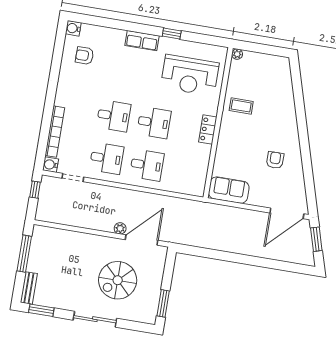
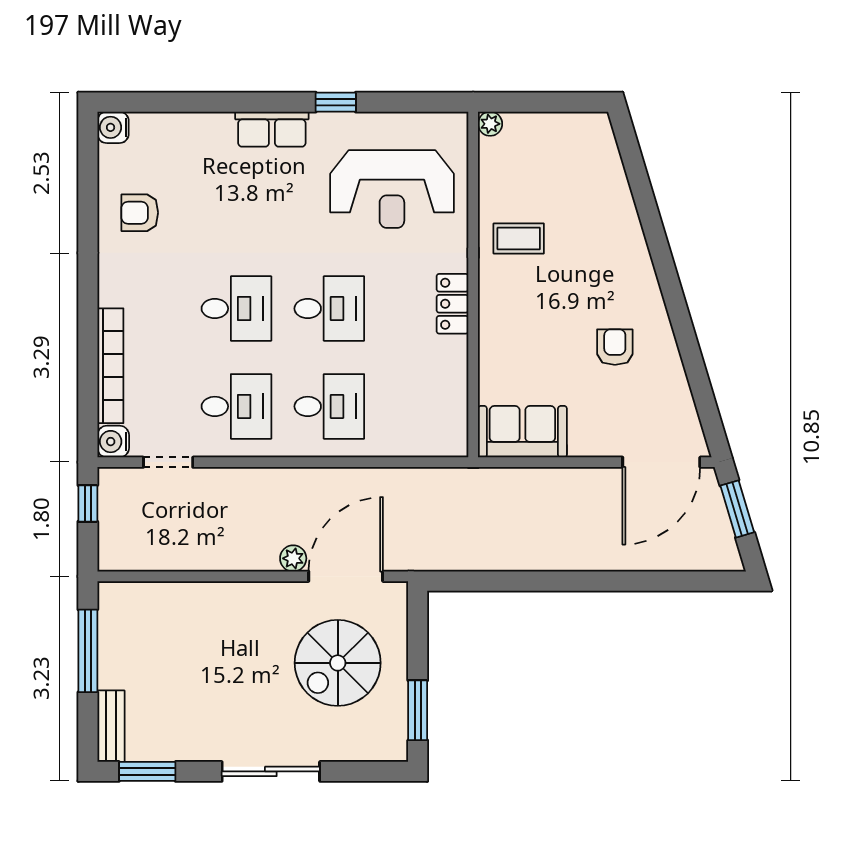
armchair: (85, 56) -> (140, 213), moved
spiral stairs: (118, 280) -> (338, 663), moved

